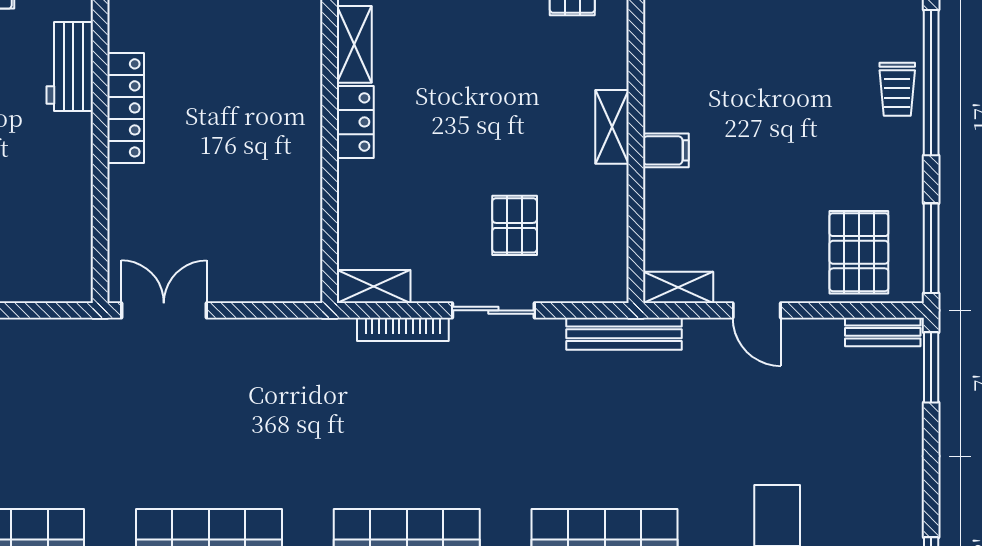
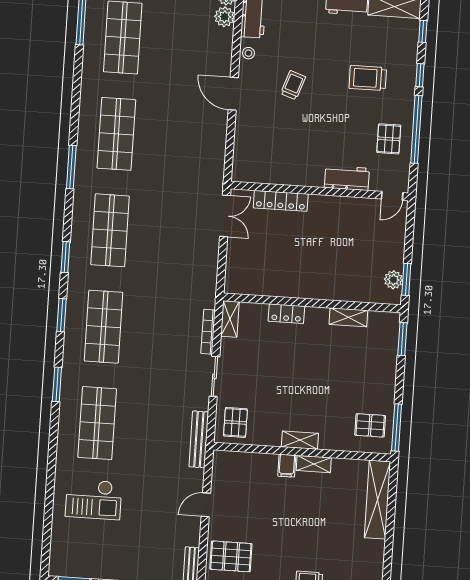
locker: (126, 108) -> (281, 201), moved
locker: (355, 122) -> (286, 314), moved
pallet: (515, 225) -> (235, 422), moved, turned 90
shelving: (678, 287) -> (314, 464), moved, turned 90

